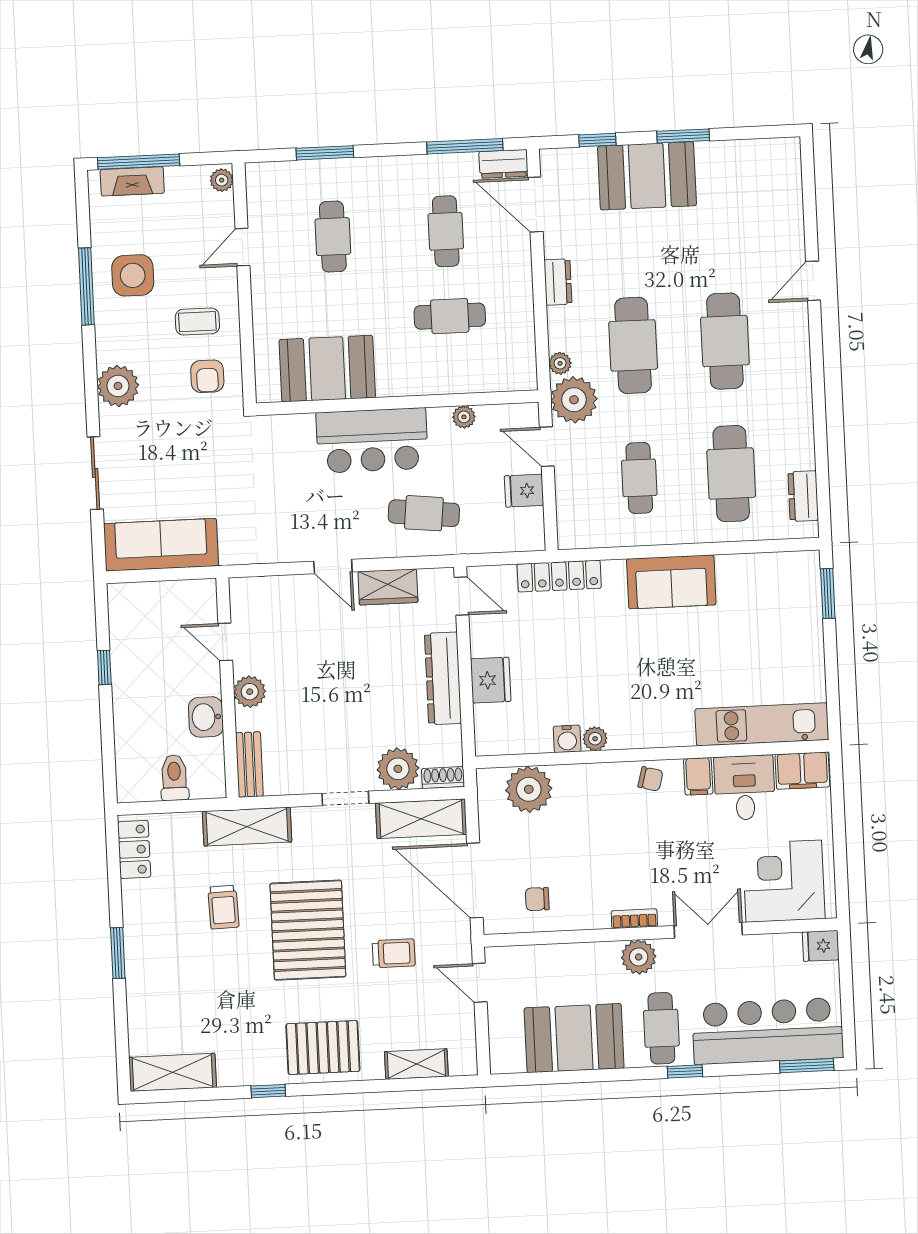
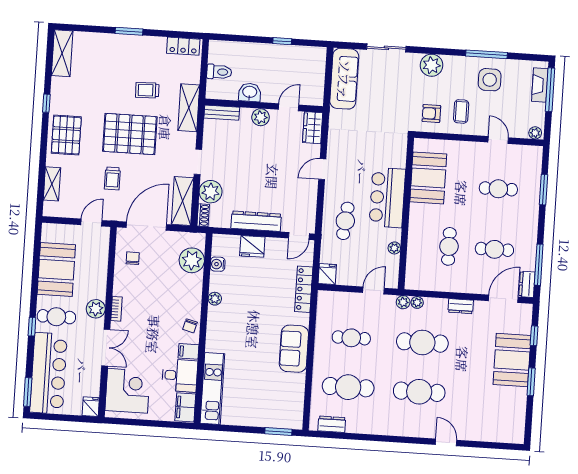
plant: (574, 400) -> (403, 302), width x0.53, depth x0.53
fridge: (524, 491) -> (327, 274), moved
wardrobe: (388, 587) -> (313, 128), moved
water cooler: (567, 739) -> (218, 264), moved

